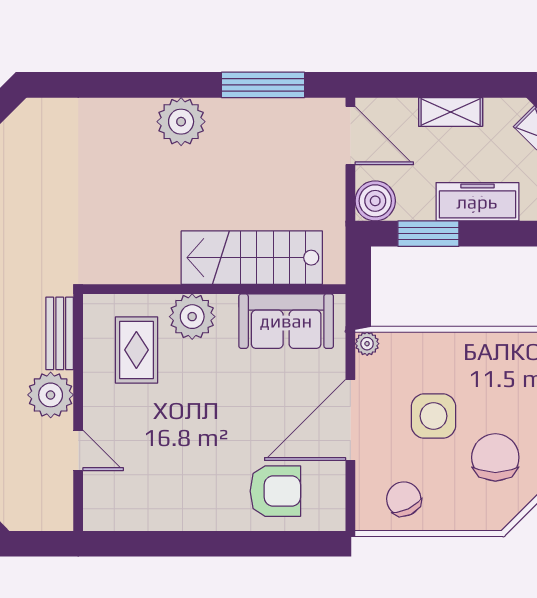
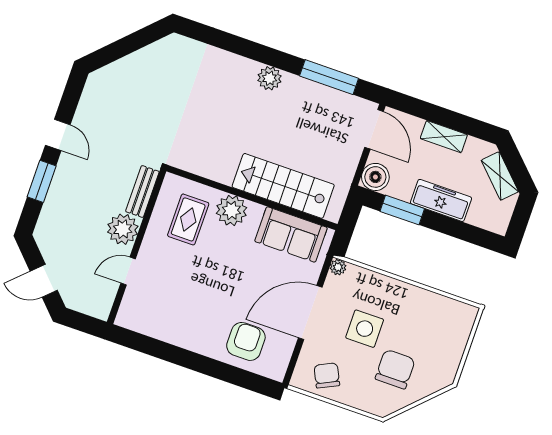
plant: (181, 122) -> (270, 78), width x0.73, depth x0.73
door: (78, 450) -> (128, 271), swing flipped
armchair: (275, 491) -> (246, 341), turned -90

